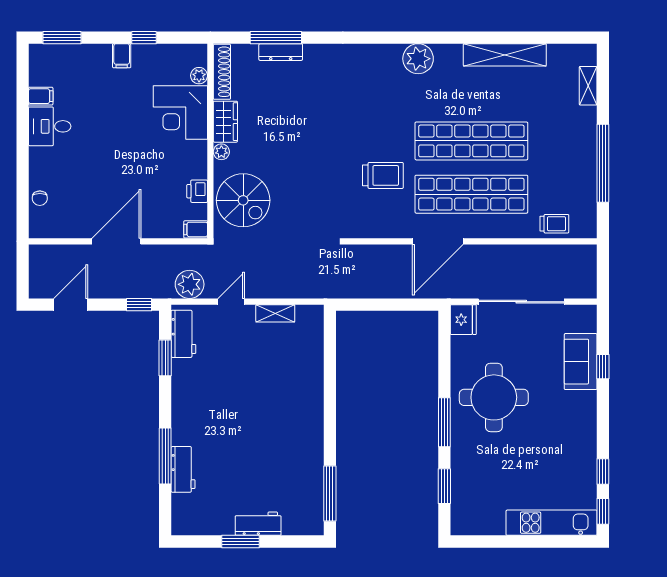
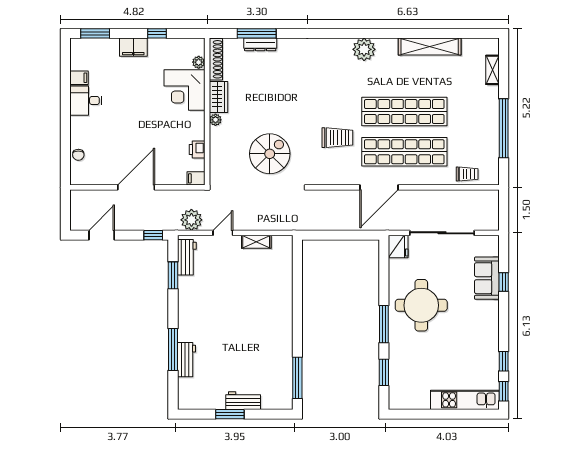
filing cabinet: (122, 56) -> (133, 47), width x2.00
spiral stairs: (243, 200) -> (270, 154), moved, turned -90

